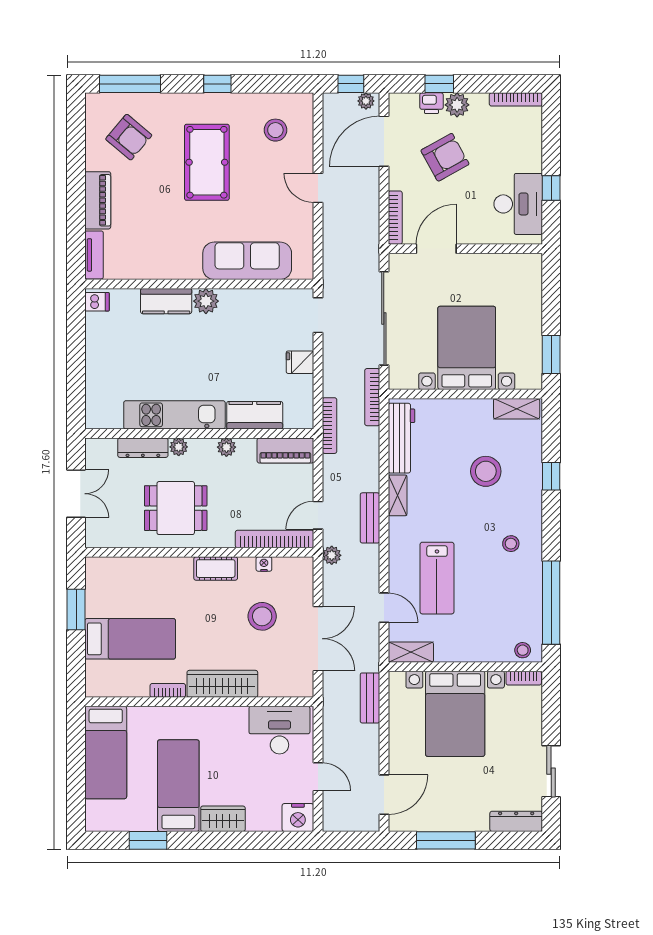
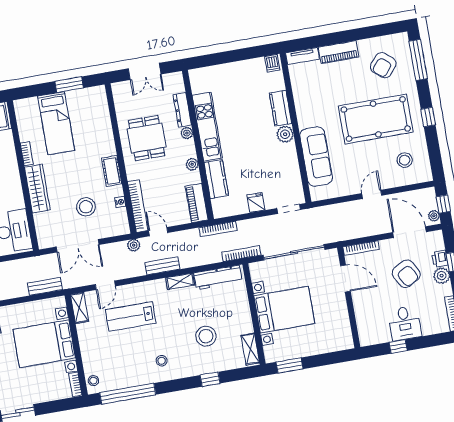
pool table: (207, 162) -> (376, 119), width x1.36, depth x1.32
desk: (518, 204) -> (405, 323), moved, width x0.73

